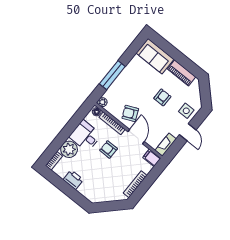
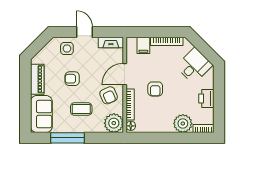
window: (112, 75) -> (68, 138), moved
coffee table: (136, 87) -> (81, 109), added
plant: (102, 102) -> (114, 123), width x1.87, depth x1.87
door: (188, 132) -> (84, 32), hinge flipped
desk: (85, 136) -> (194, 66), moved, turned -135
filing cabinet: (152, 158) -> (143, 45), moved

